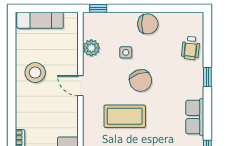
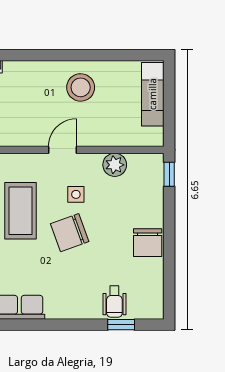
wheelchair: (191, 48) -> (114, 302), turned -96
side table: (126, 52) -> (76, 194), moved
window: (207, 77) -> (121, 325), moved

